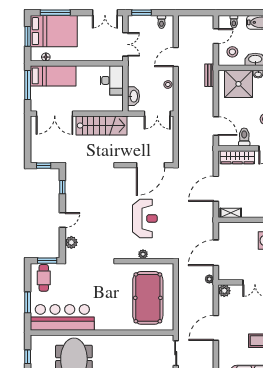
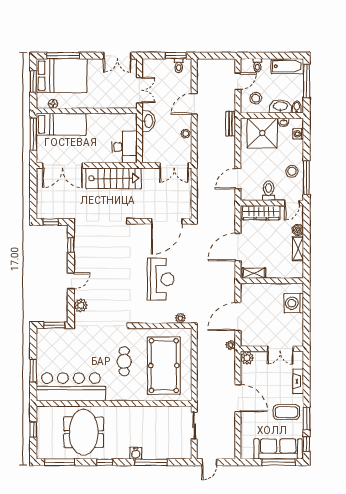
window: (141, 13) -> (176, 56), moved
desk: (112, 80) -> (125, 147), moved
washbasin: (133, 96) -> (148, 121), moved
door: (216, 126) -> (238, 179), swing flipped
plant: (143, 254) -> (180, 318), moved
cafe table: (44, 278) -> (124, 361), moved
door: (216, 328) -> (238, 398), swing flipped

